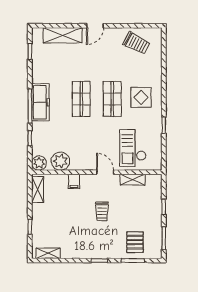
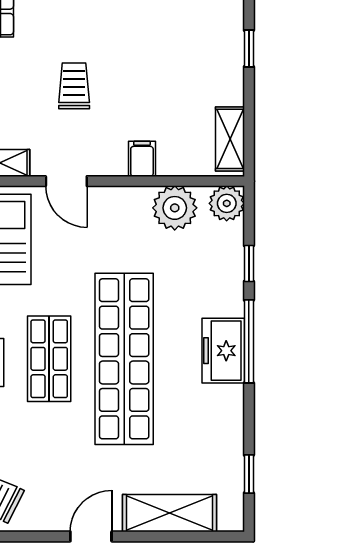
shop shelf: (81, 99) -> (124, 359), width x2.00, depth x1.36
freezer: (40, 102) -> (223, 351), width x0.71

